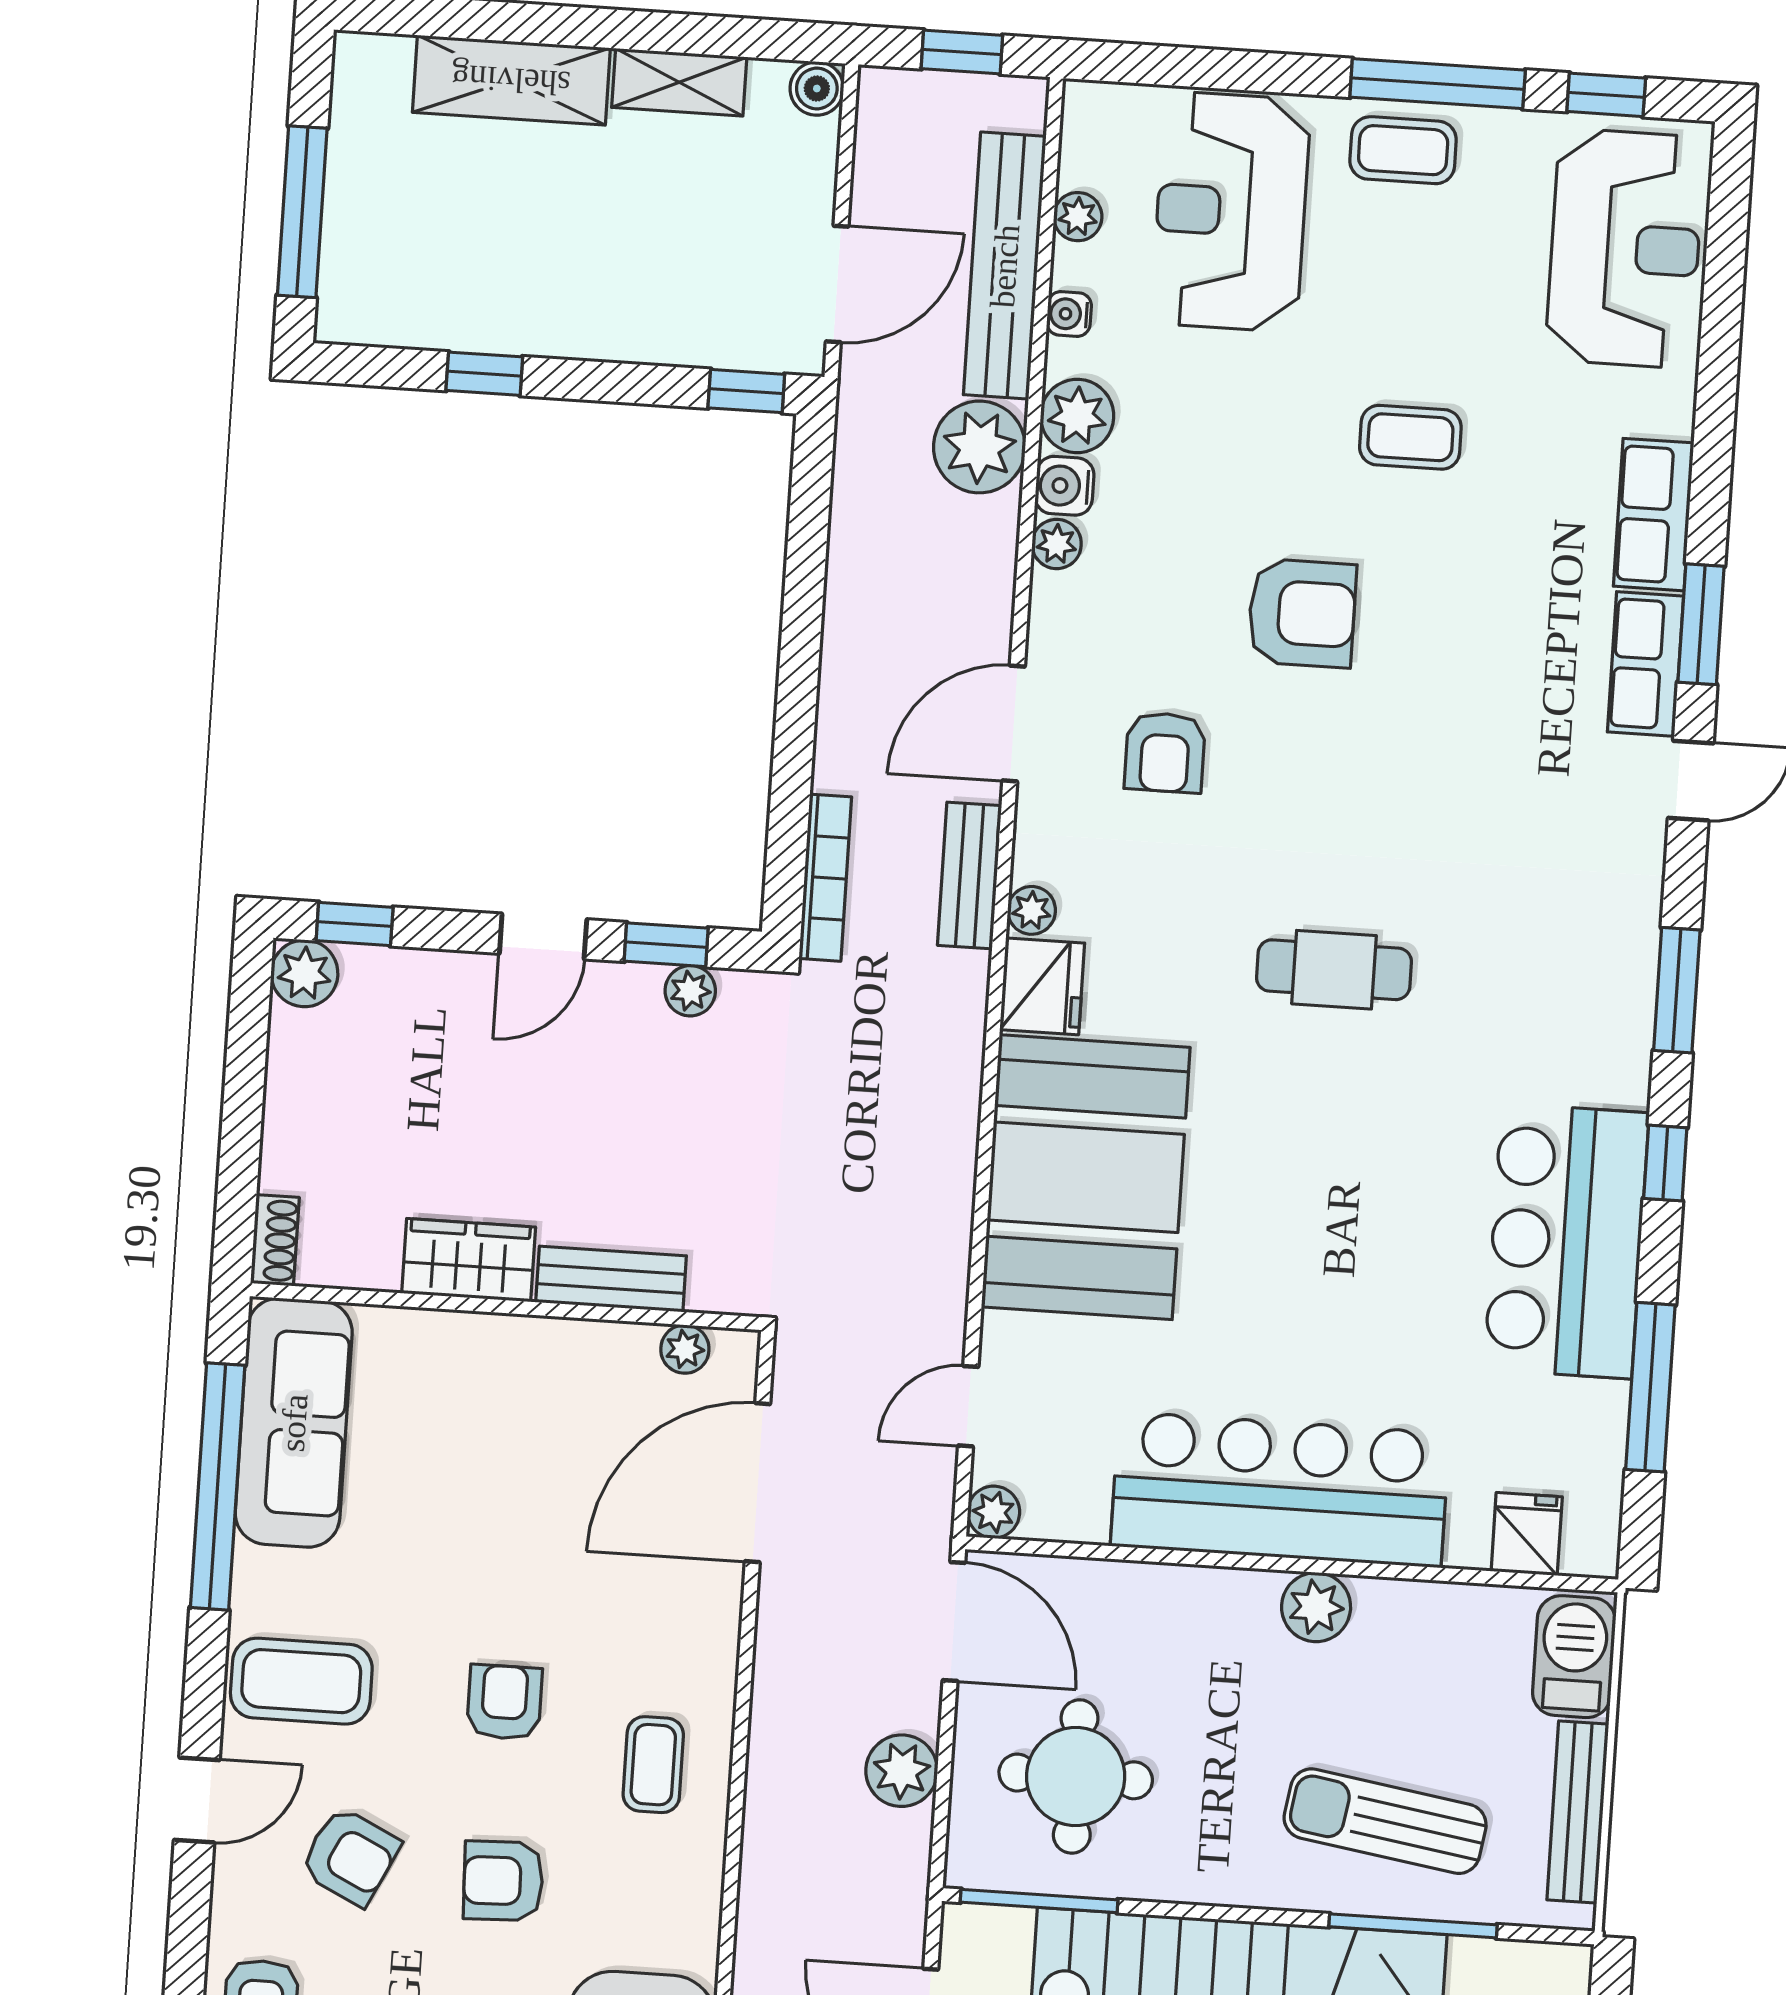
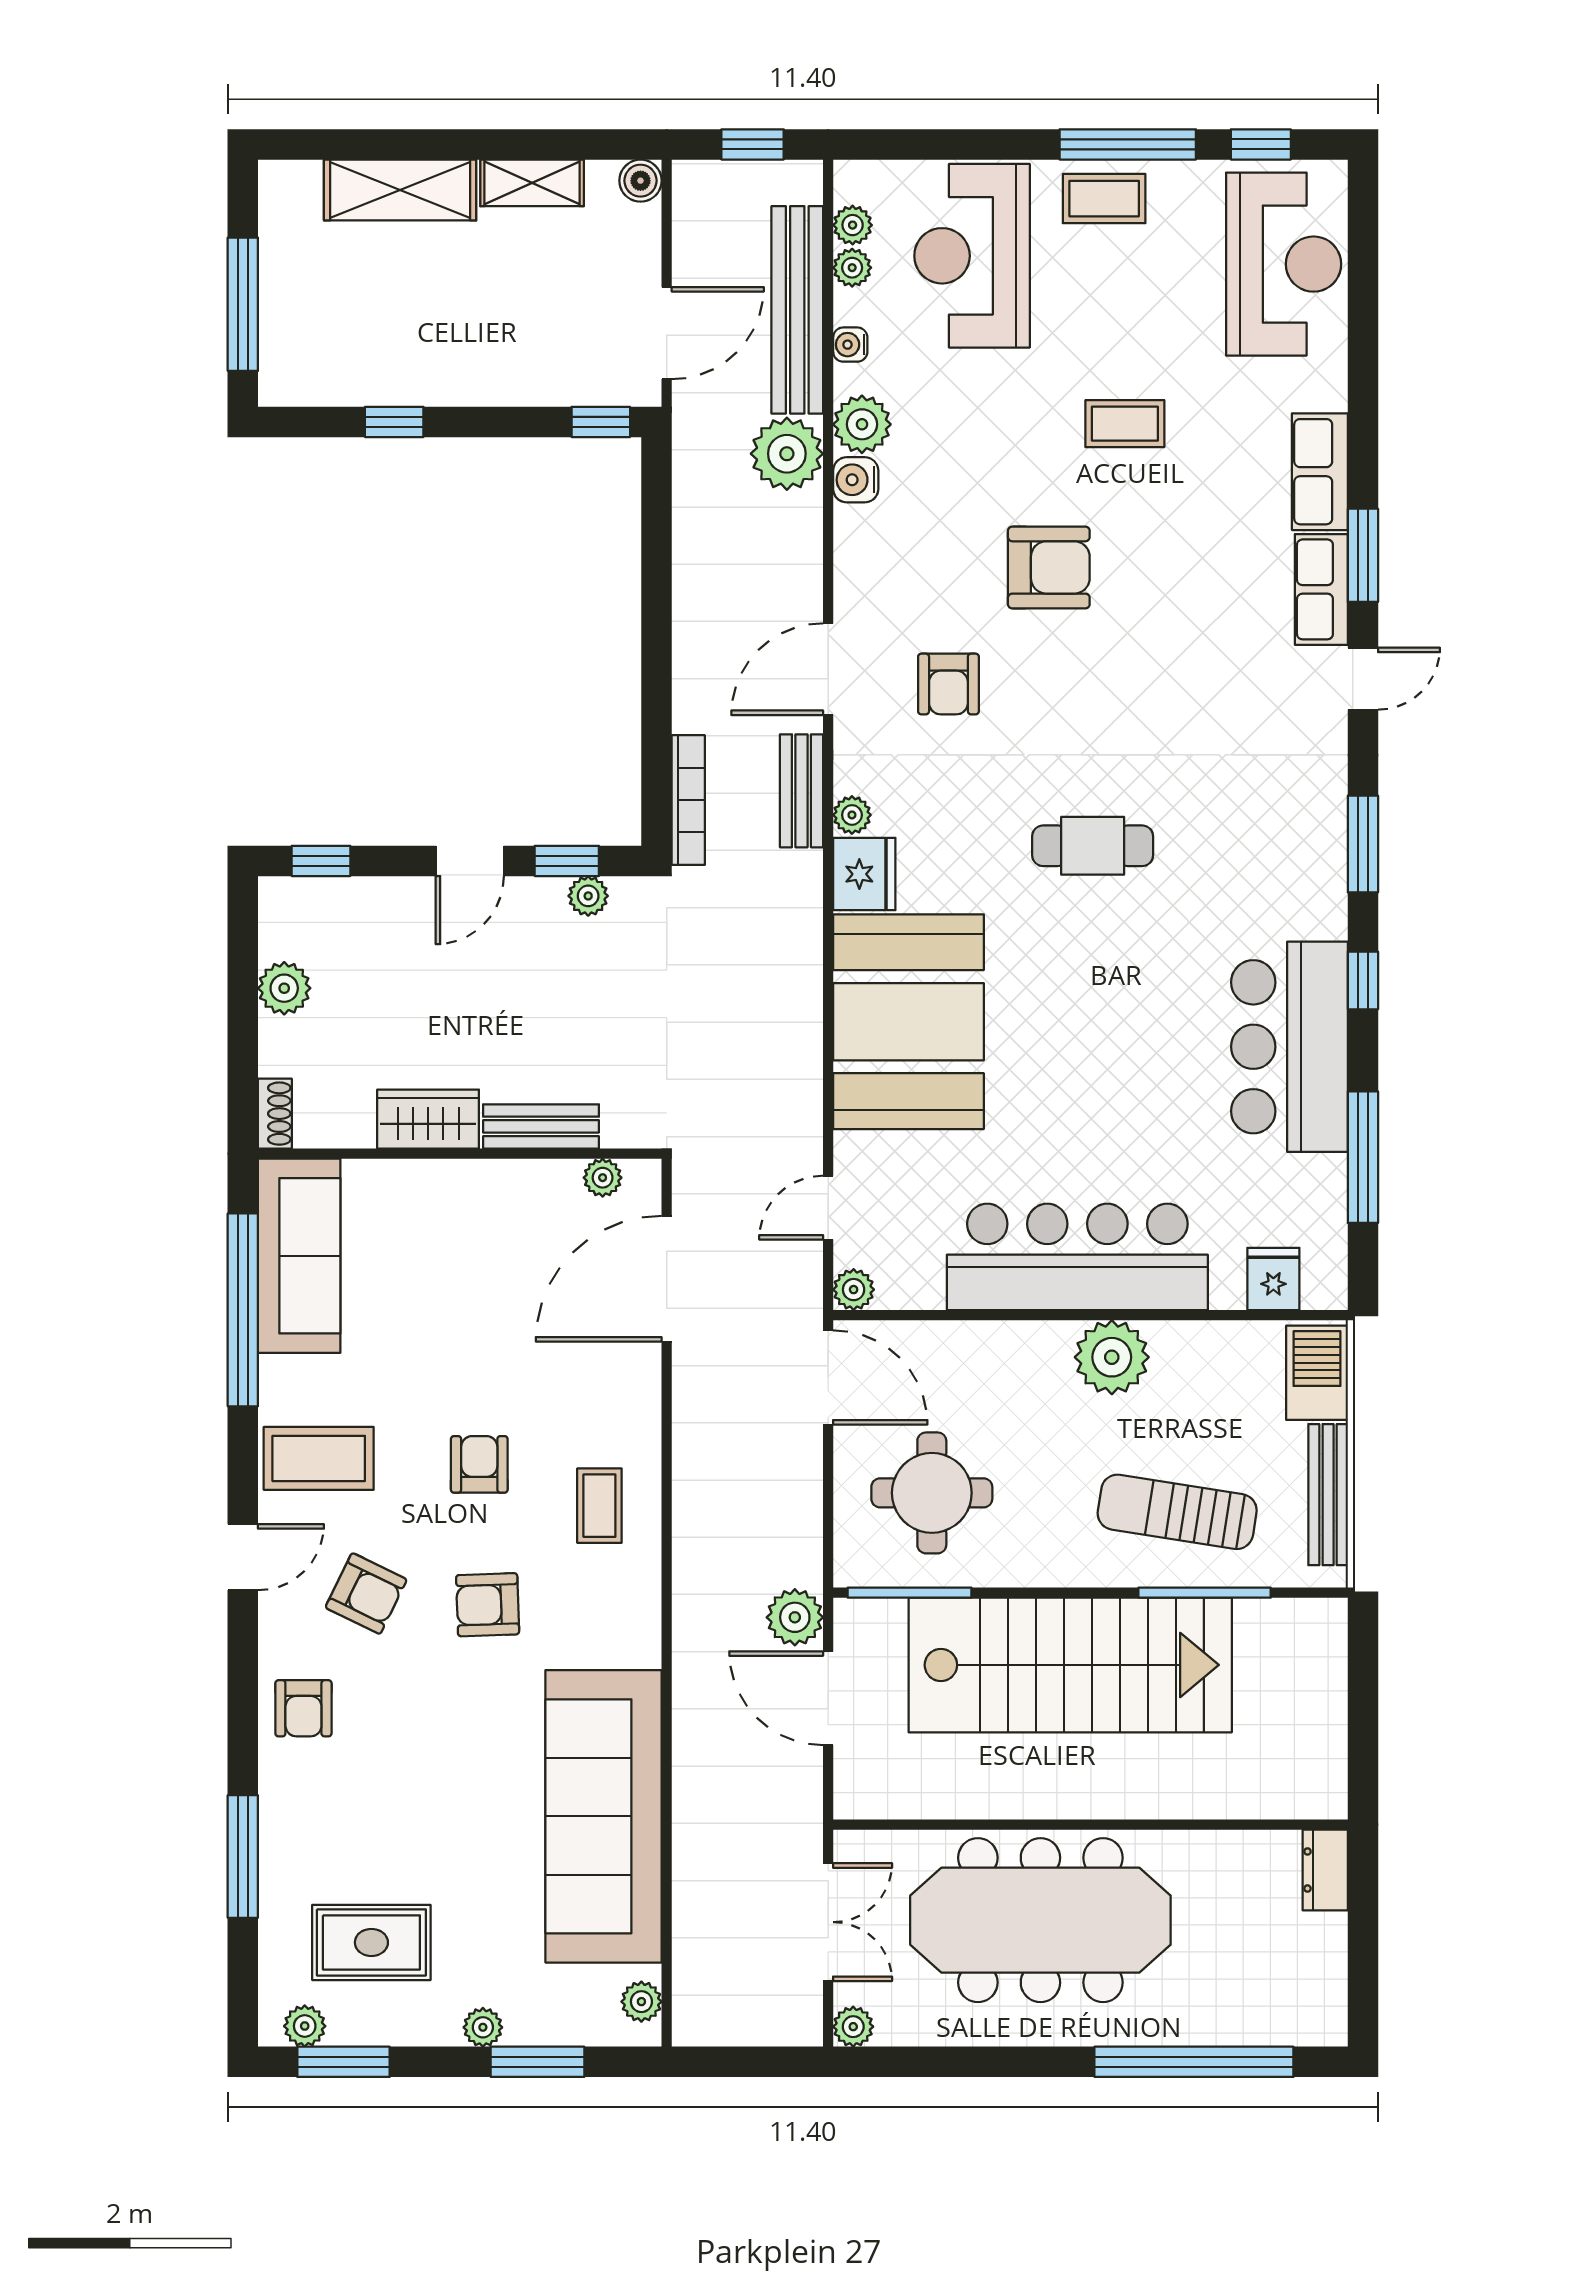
plant: (1057, 544) -> (853, 225), moved
plant: (304, 973) -> (284, 988), moved
plant: (1316, 1607) -> (1112, 1357), width x1.36, depth x1.36
plant: (902, 1771) -> (795, 1617), moved

